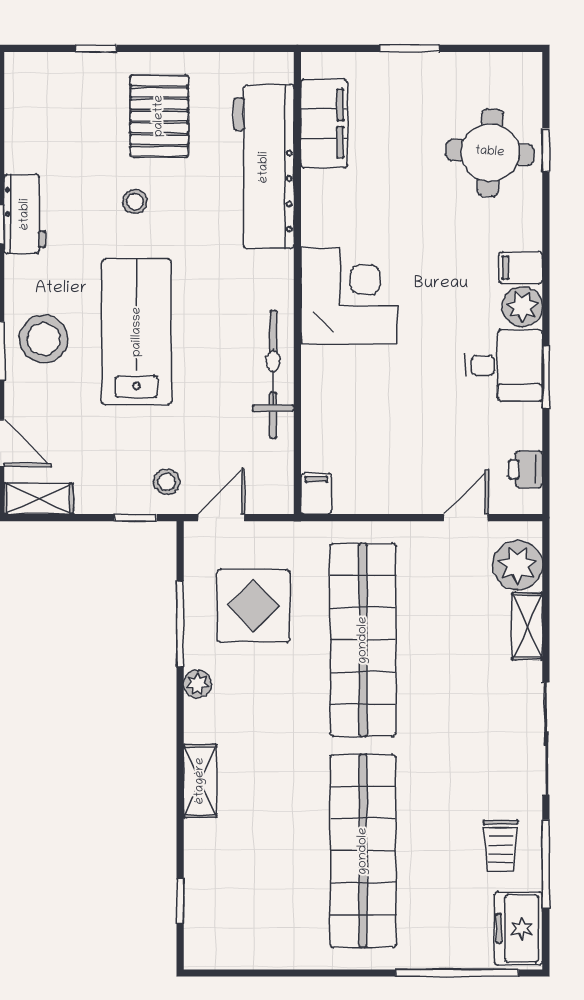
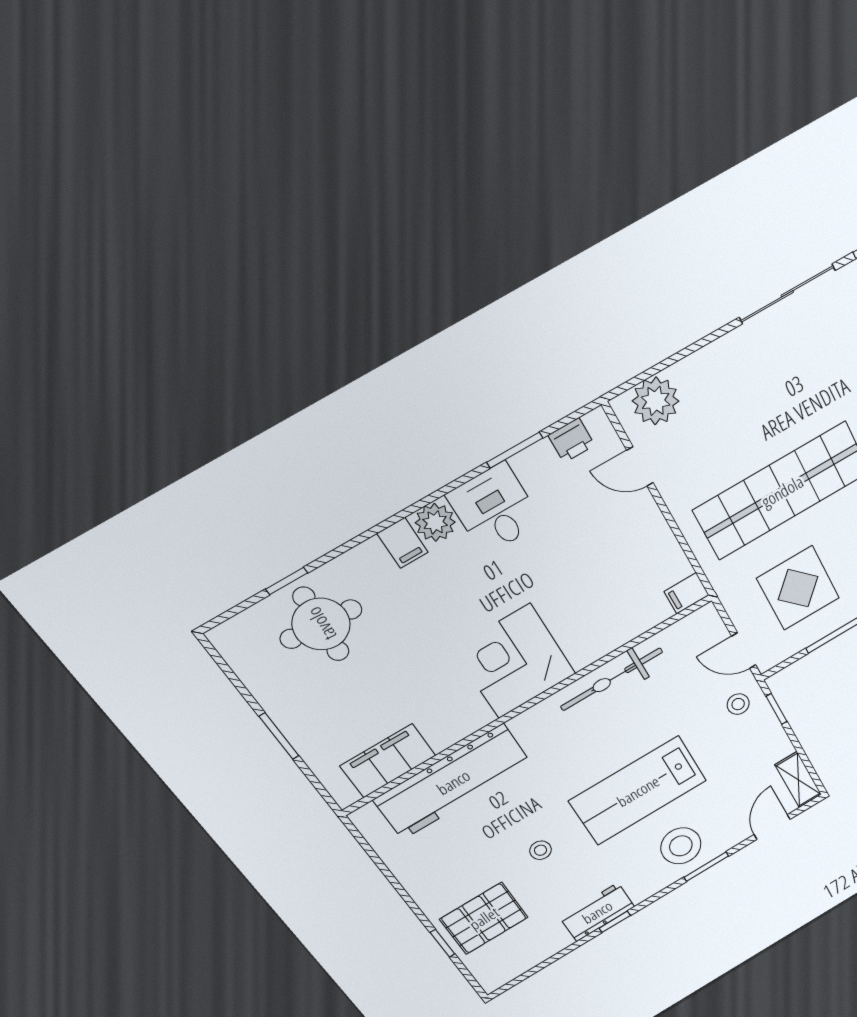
pallet: (159, 116) -> (484, 918), moved
window: (546, 377) -> (515, 450), moved
shelving: (527, 626) -> (702, 363), removed

